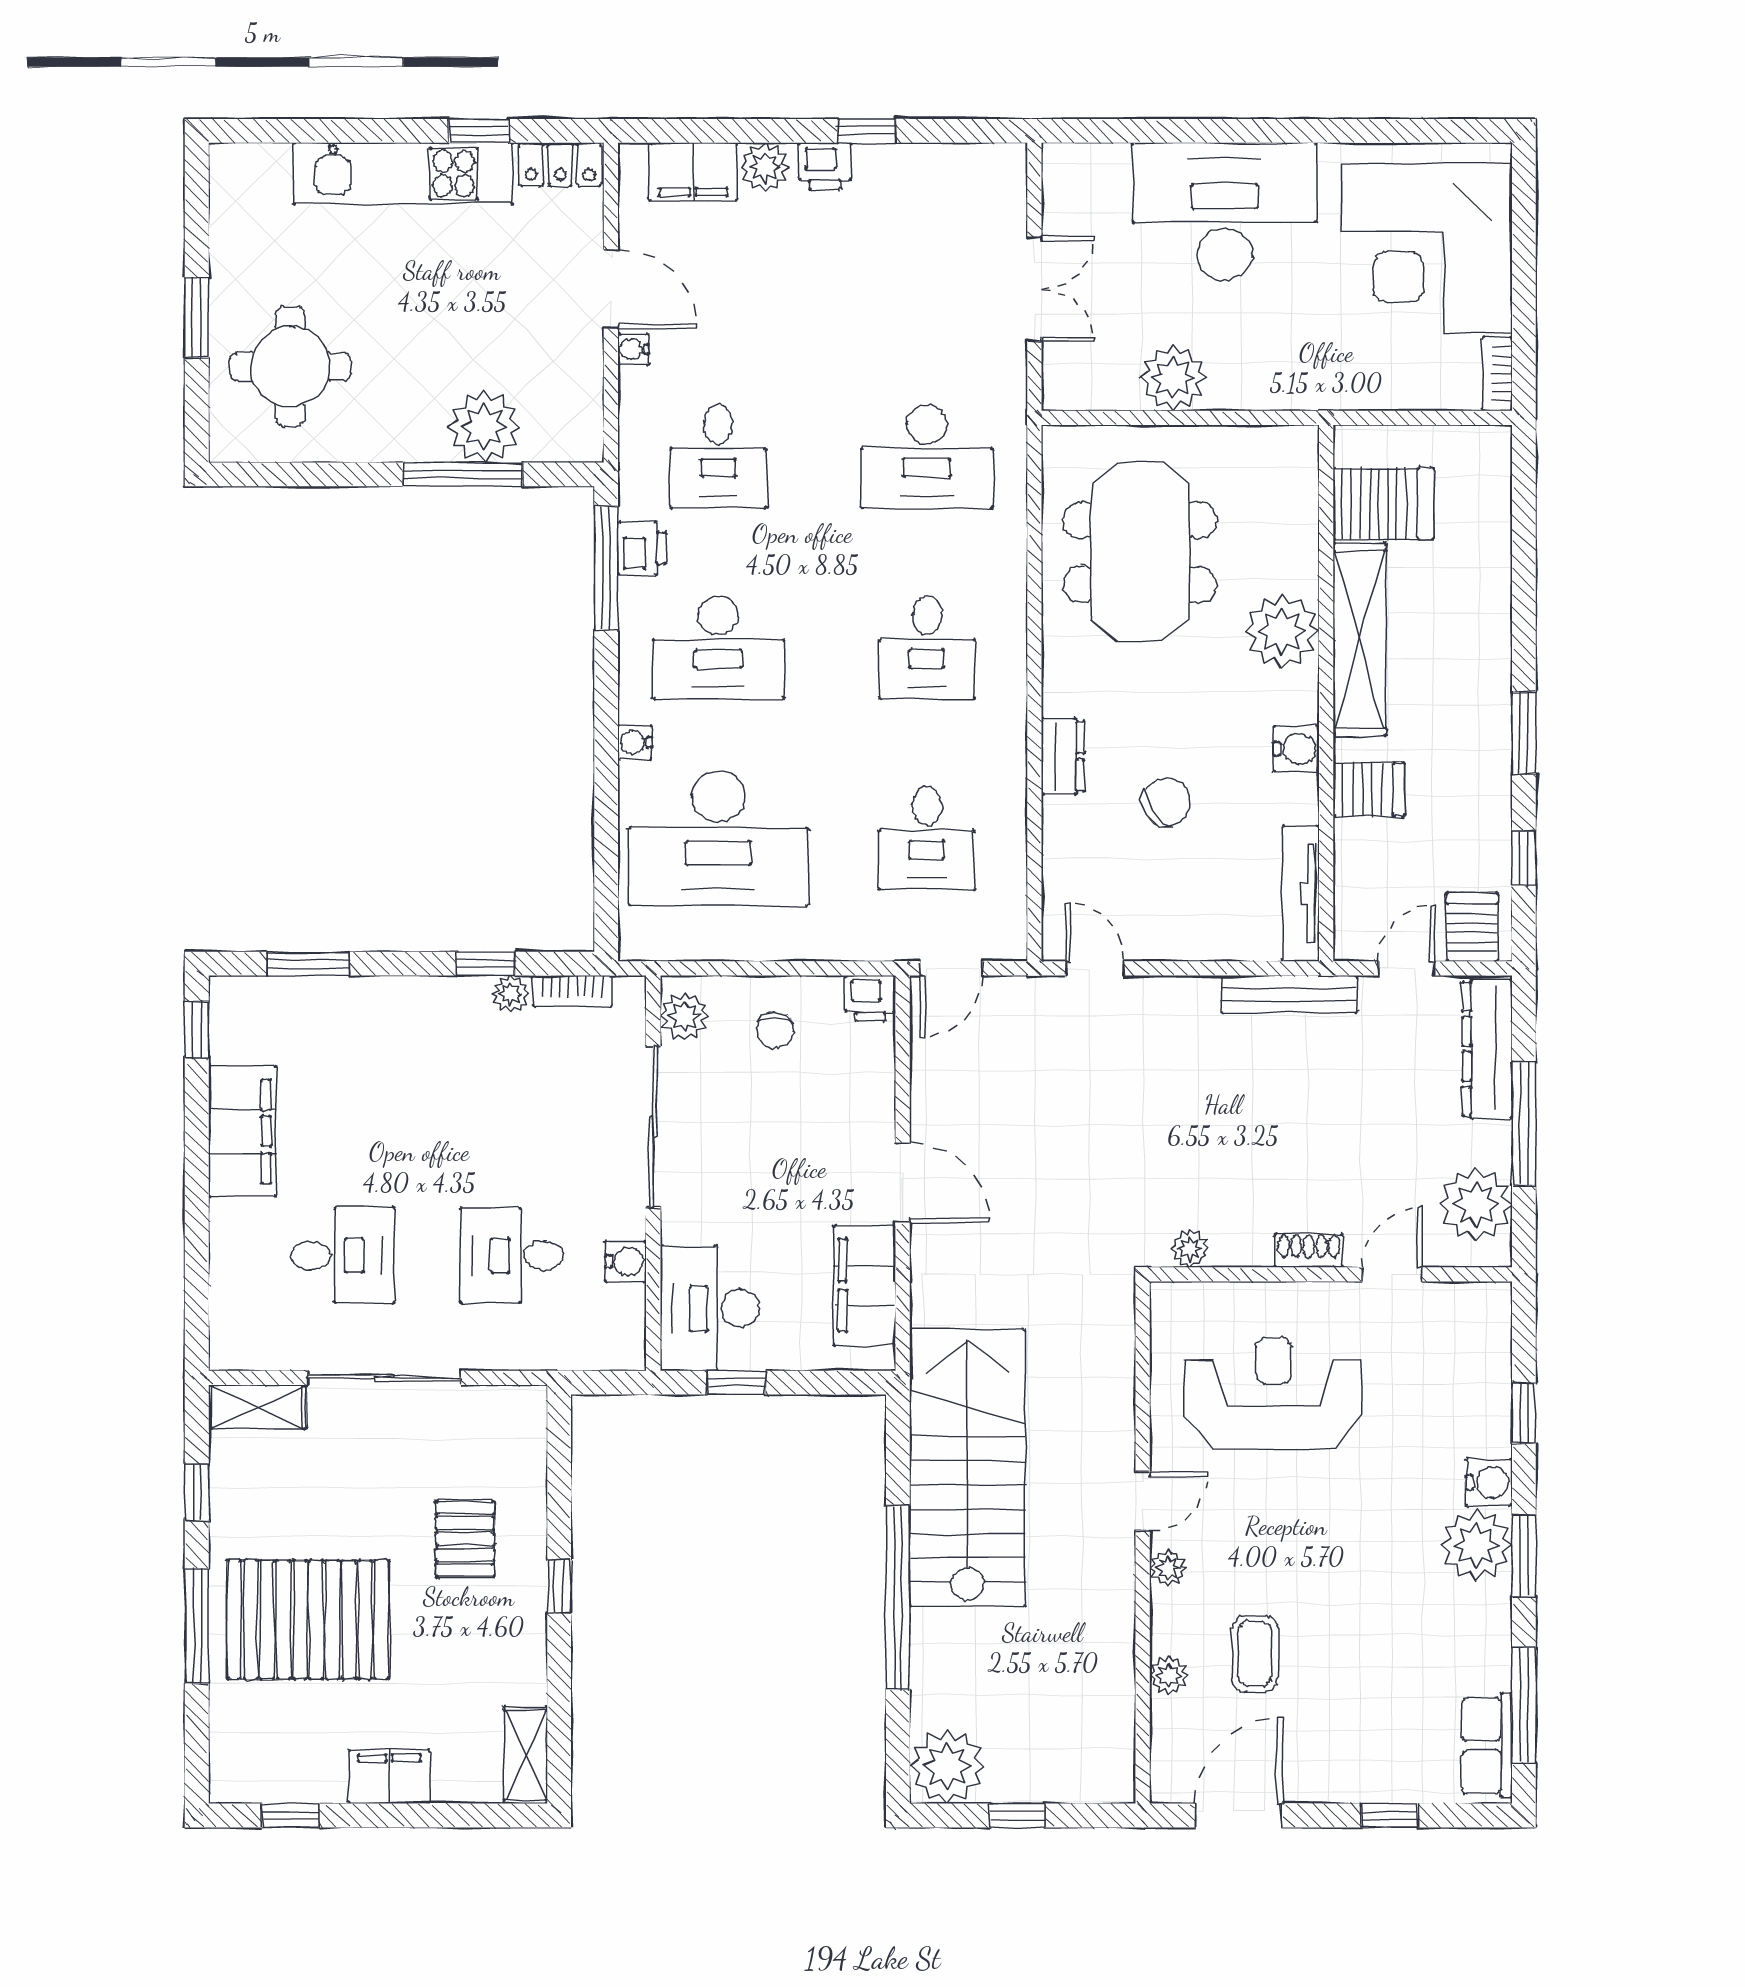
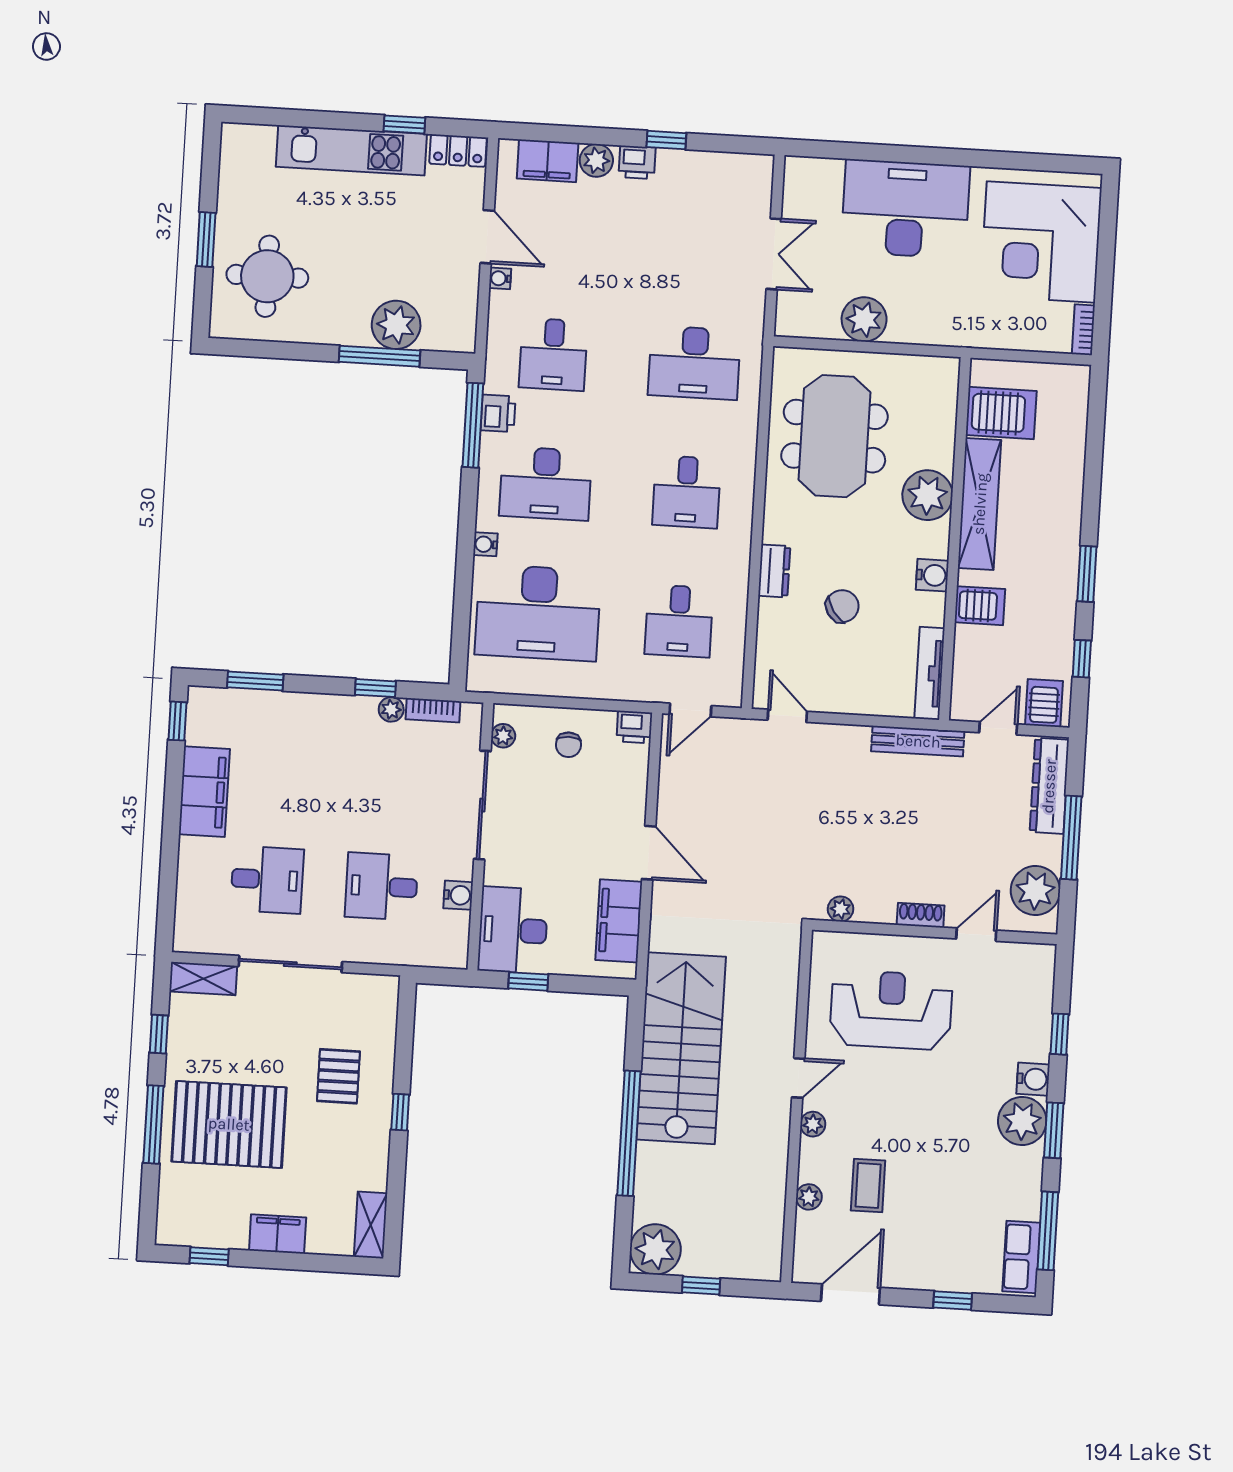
plant: (685, 1016) -> (503, 736), width x0.73, depth x0.73

